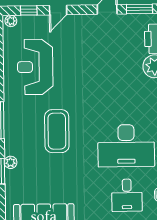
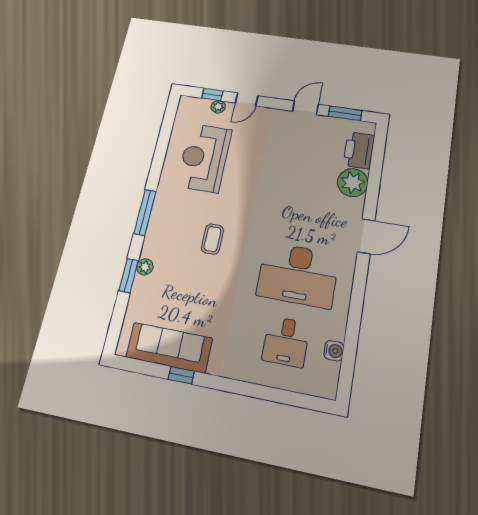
plant: (11, 21) -> (218, 107), moved
coffee table: (57, 131) -> (212, 239), width x0.54, depth x0.58

